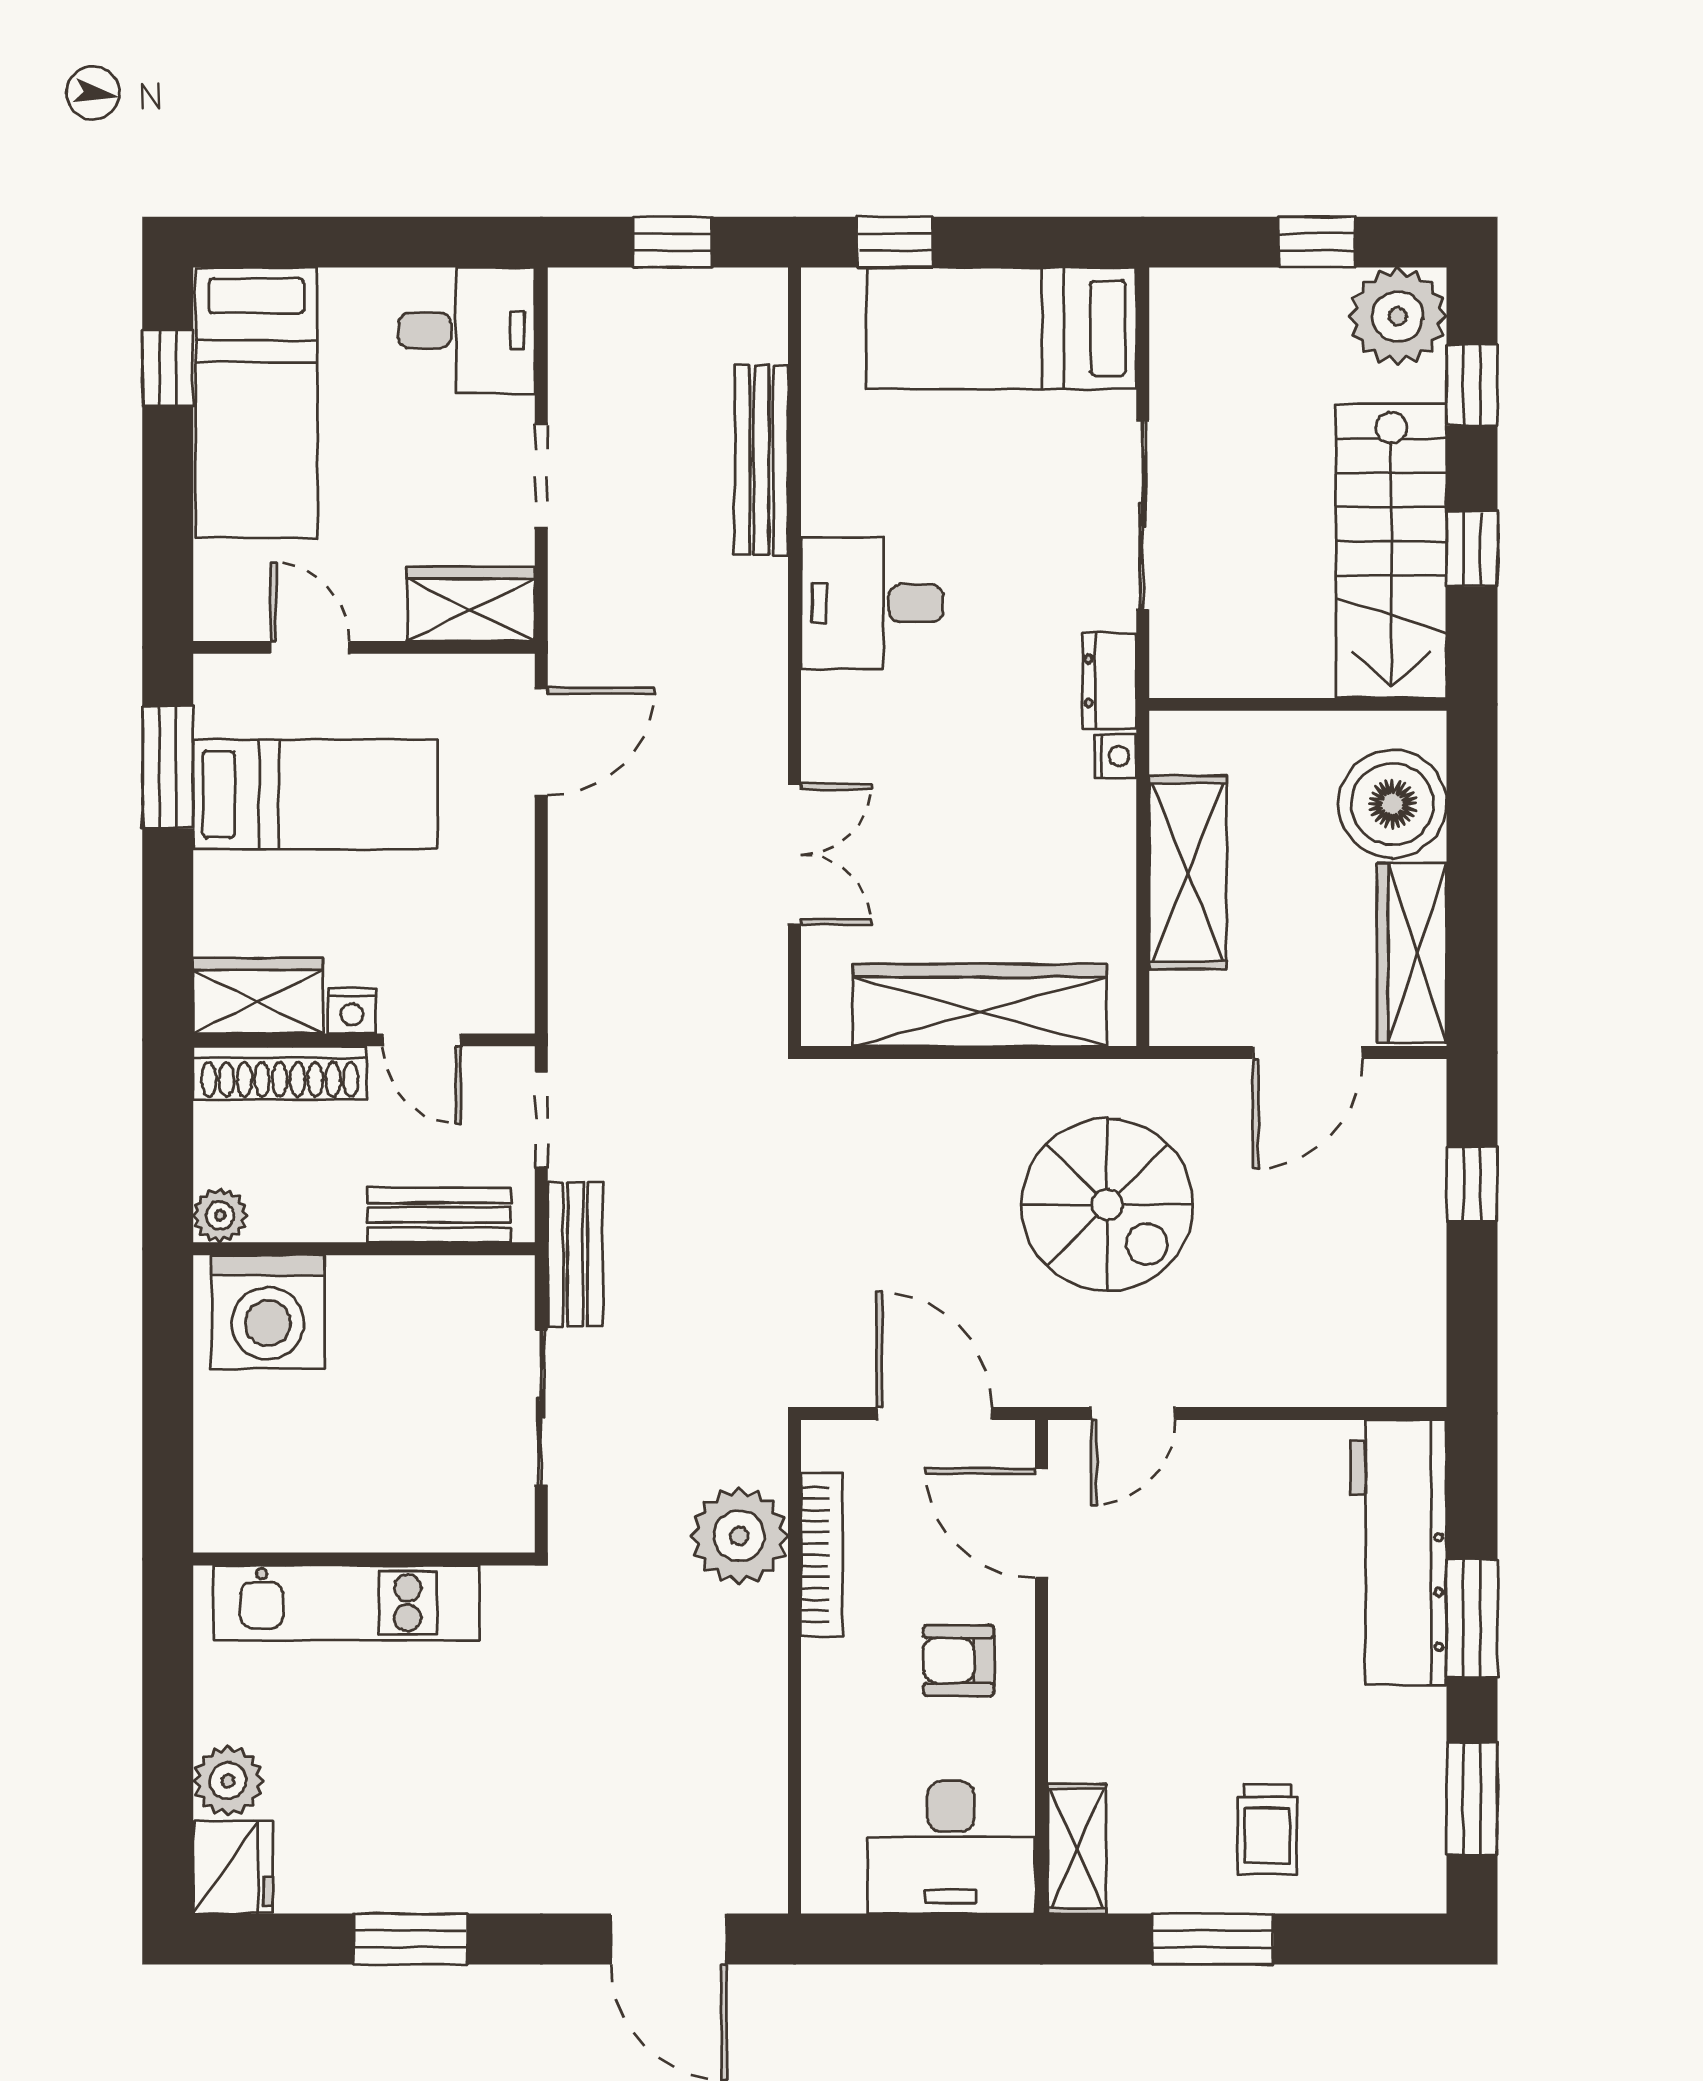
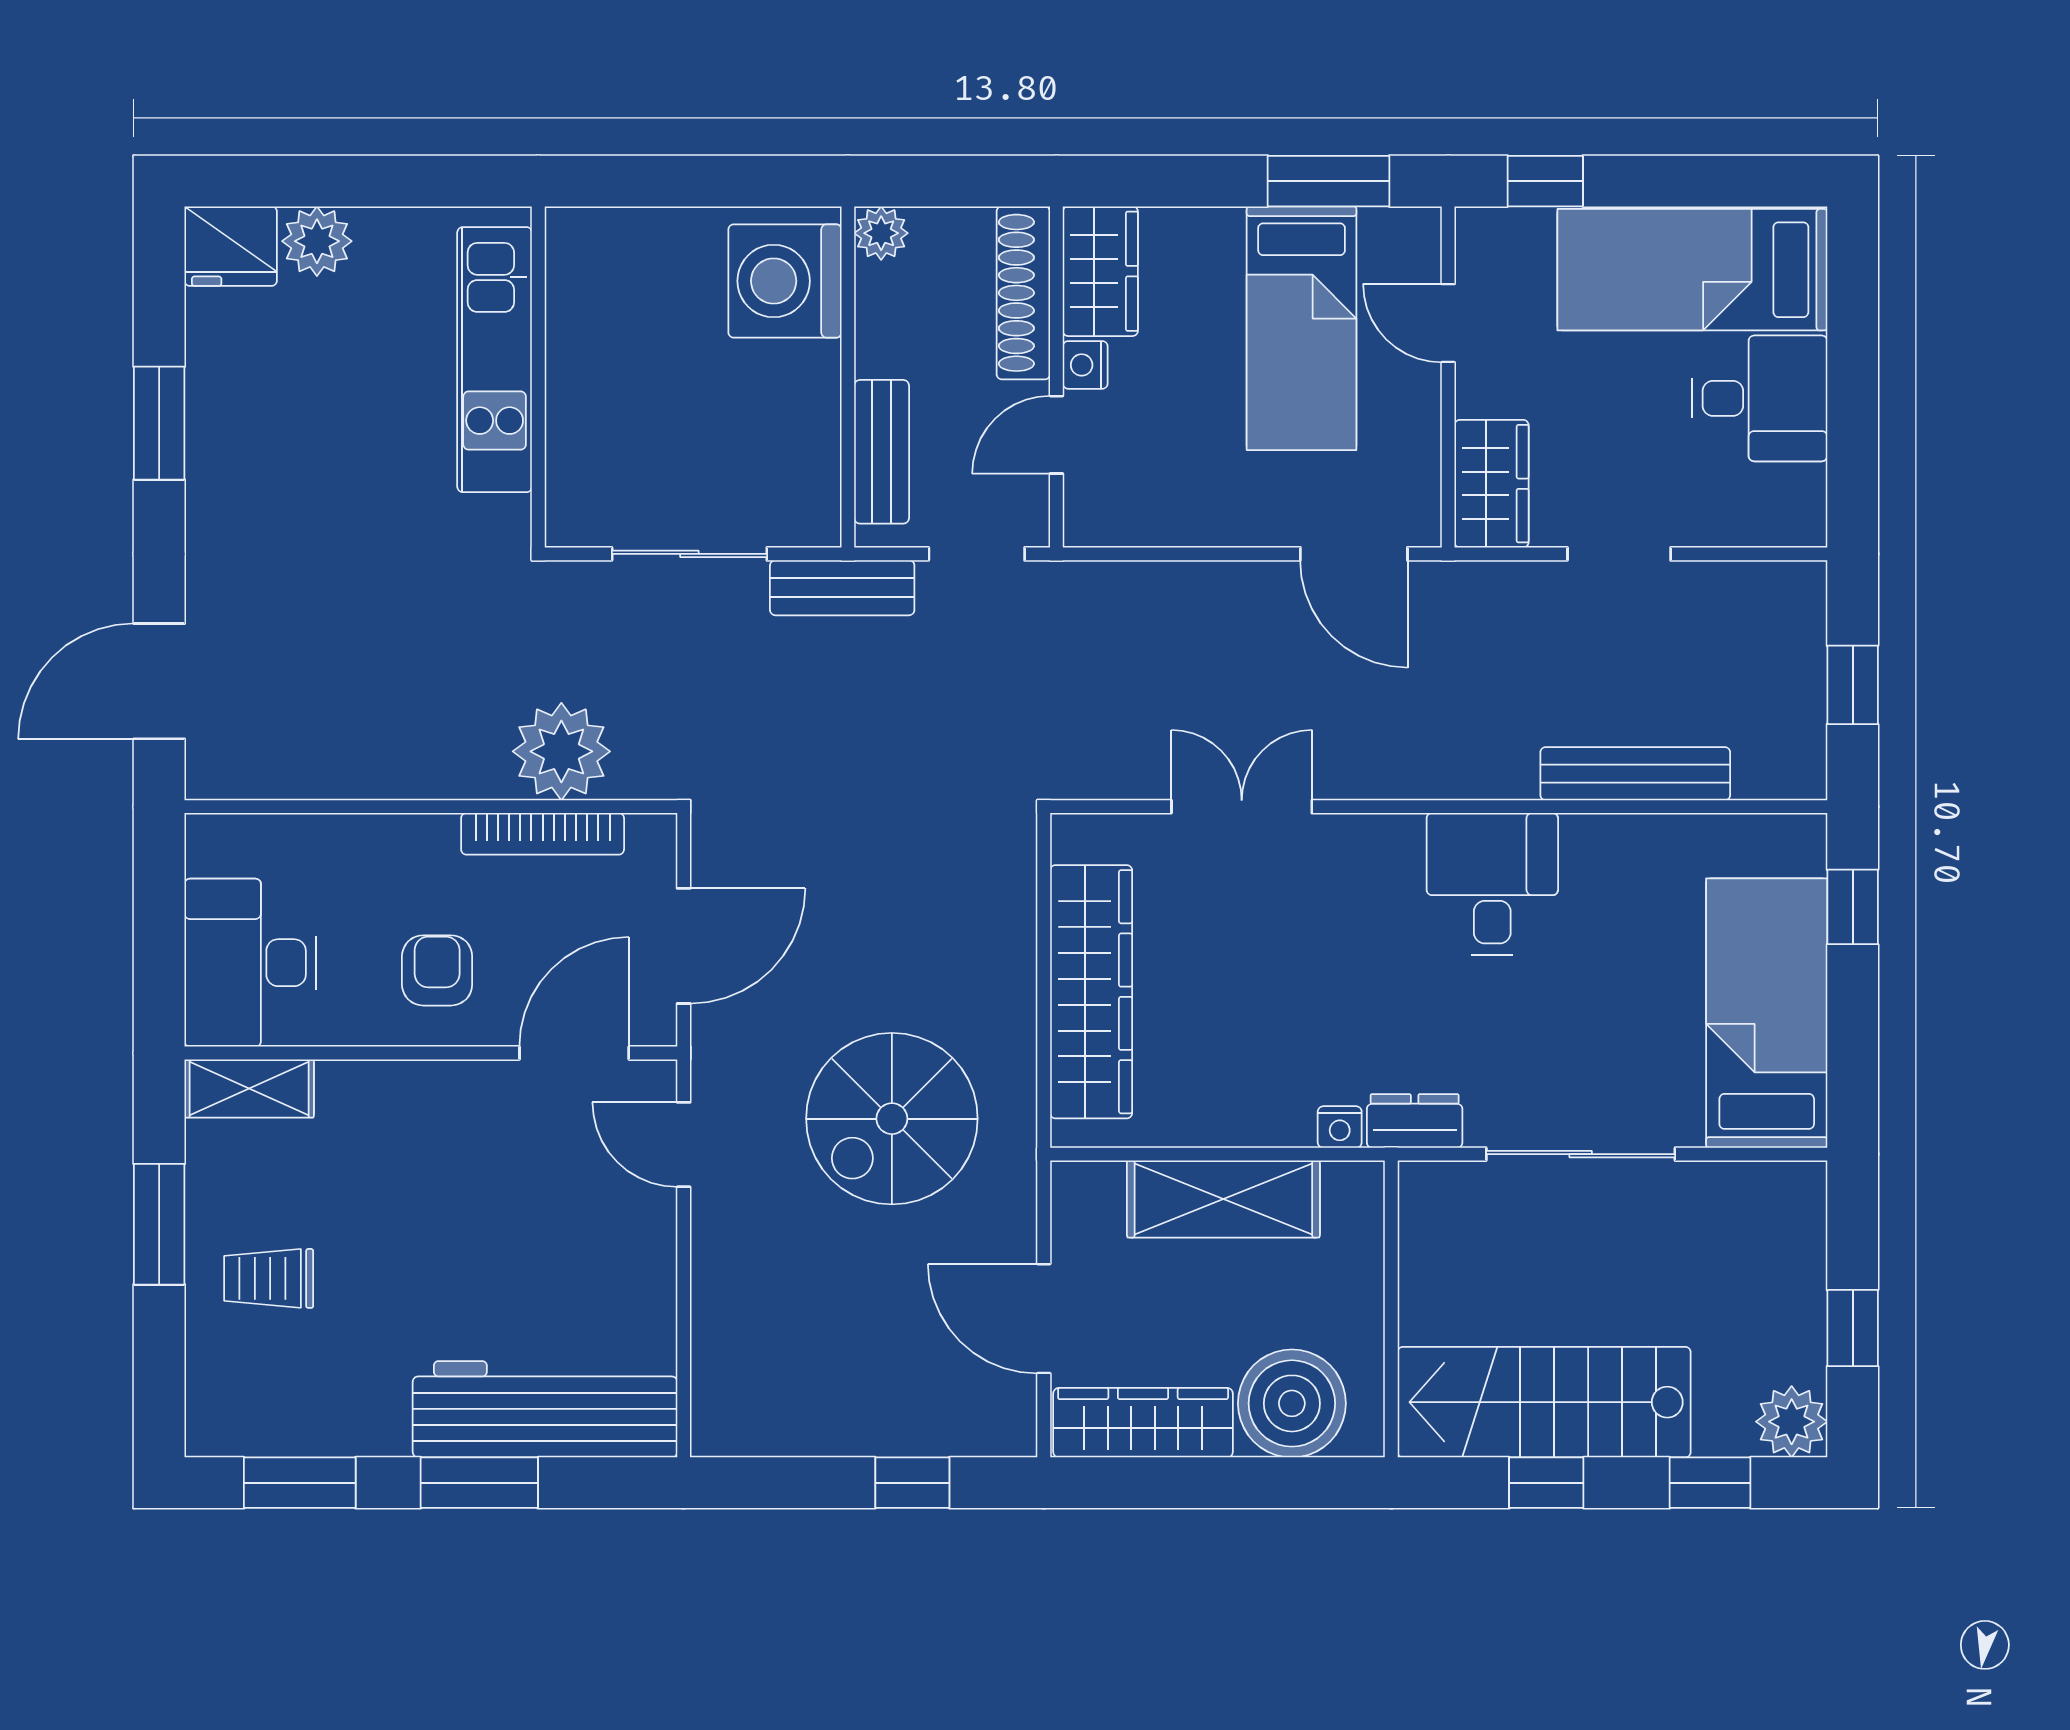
plant: (1398, 316) -> (1792, 1422), width x0.73, depth x0.73
desk: (467, 330) -> (1759, 398), moved, turned -90
window: (168, 368) -> (1545, 181), moved
door: (310, 647) -> (1448, 323), swing flipped
double door: (795, 854) -> (1242, 807), swing flipped

